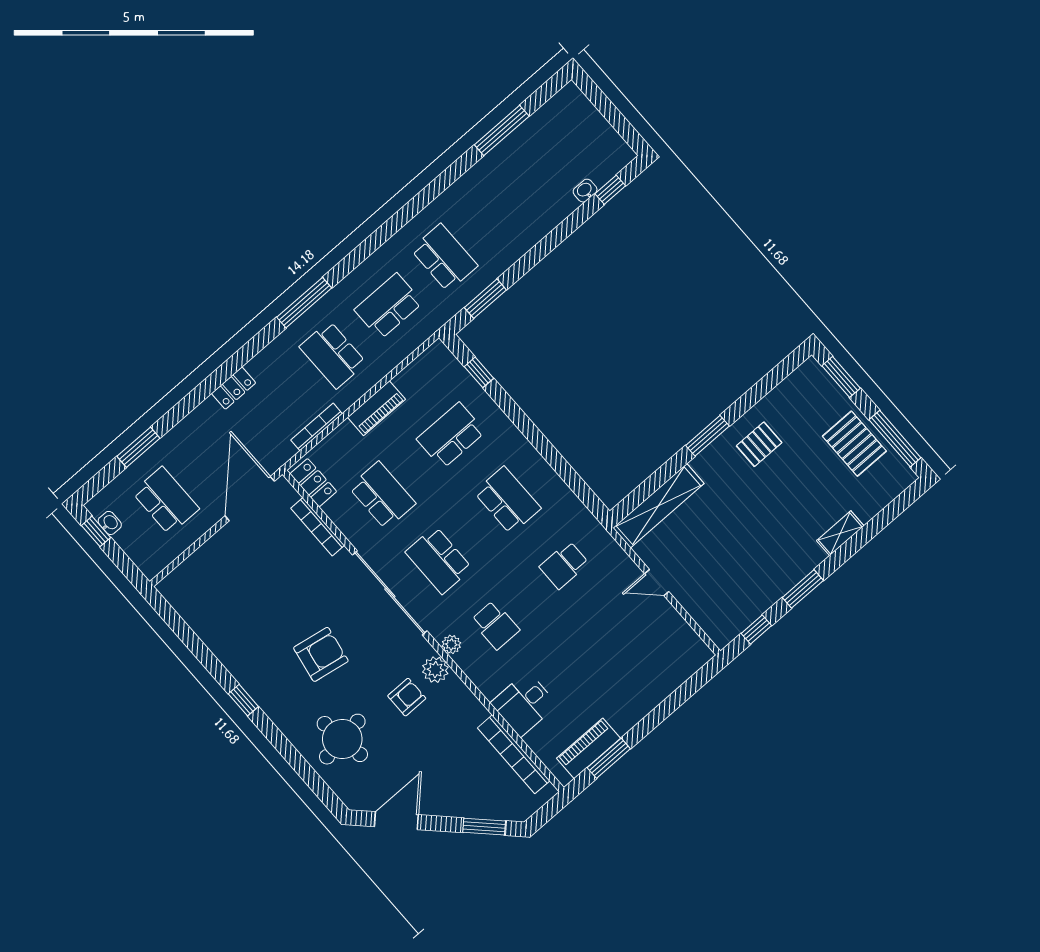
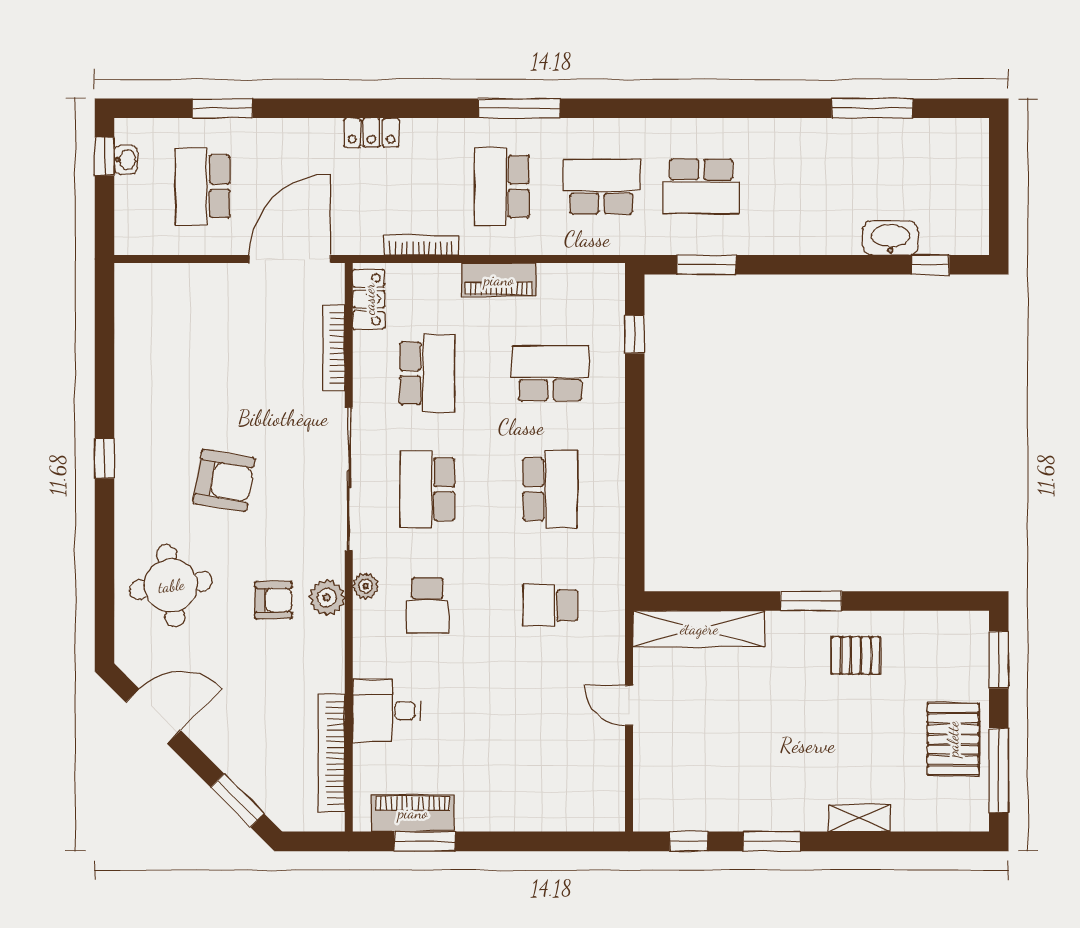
washbasin: (585, 191) -> (890, 238), width x1.91, depth x1.45
school desk: (444, 258) -> (701, 187), turned 90
school desk: (166, 501) -> (203, 187), turned 180

